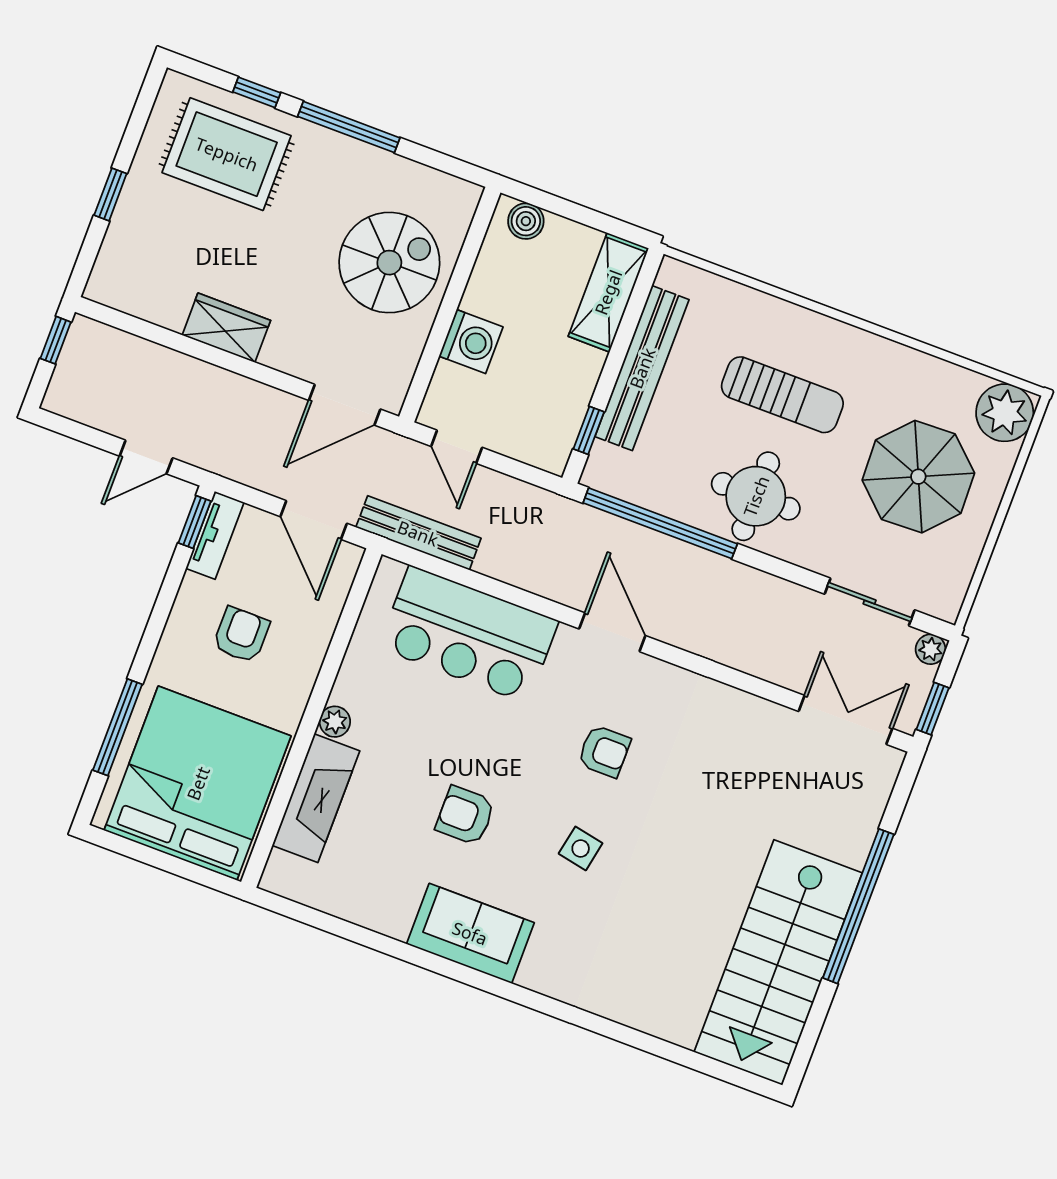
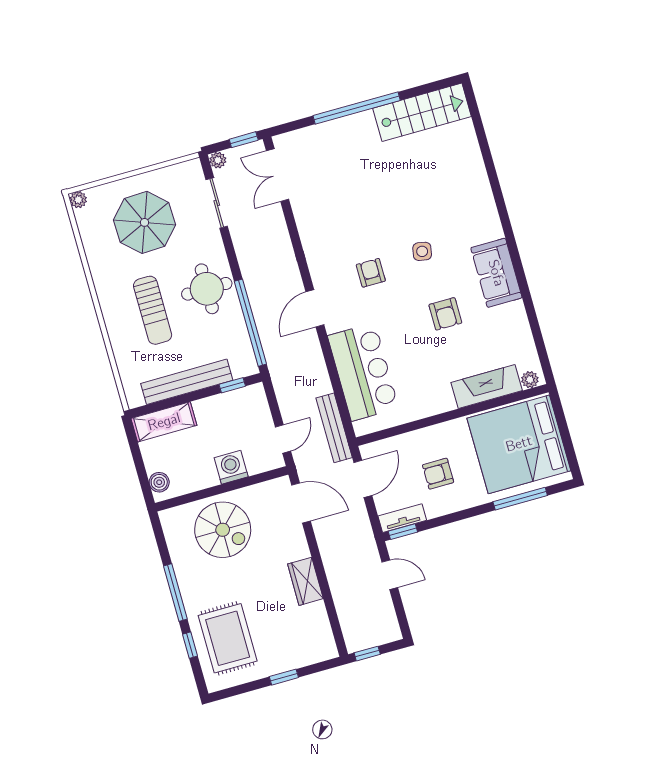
spiral stairs: (389, 263) -> (223, 530), turned 180
sun lounger: (782, 395) -> (153, 310), turned 180
plant: (1005, 413) -> (78, 200), width x0.53, depth x0.53
plant: (335, 722) -> (530, 380), moved
stairs: (778, 962) -> (422, 112), width x0.73, depth x0.66

